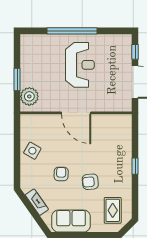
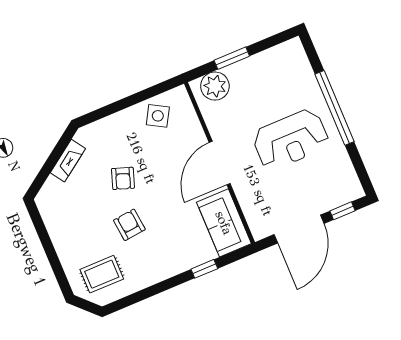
side table: (32, 151) -> (158, 116), moved
window: (135, 166) -> (204, 269), moved
armchair: (61, 174) -> (123, 178), turned 108
sofa: (71, 221) -> (224, 223), moved, turned 180

